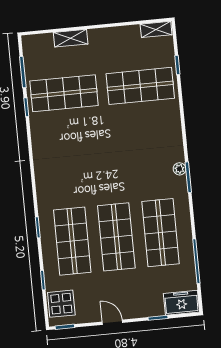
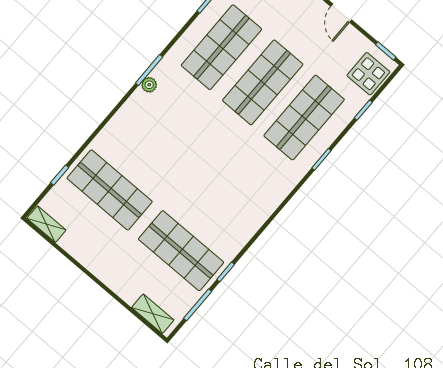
shelving: (71, 38) -> (153, 314), moved

